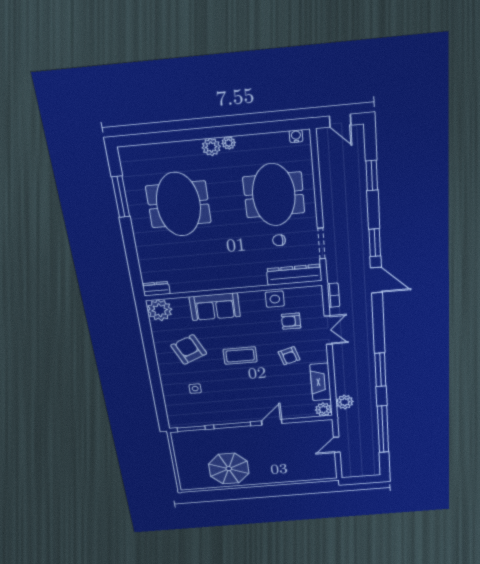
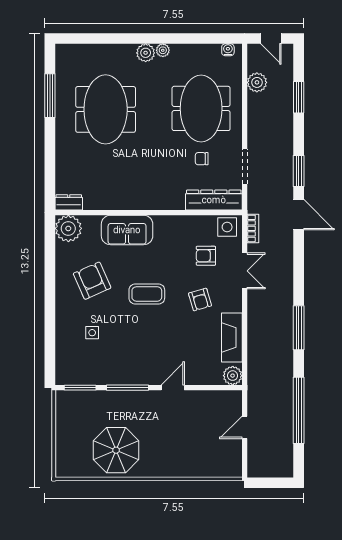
side table: (275, 299) -> (227, 227), moved
plant: (345, 402) -> (257, 82), moved

